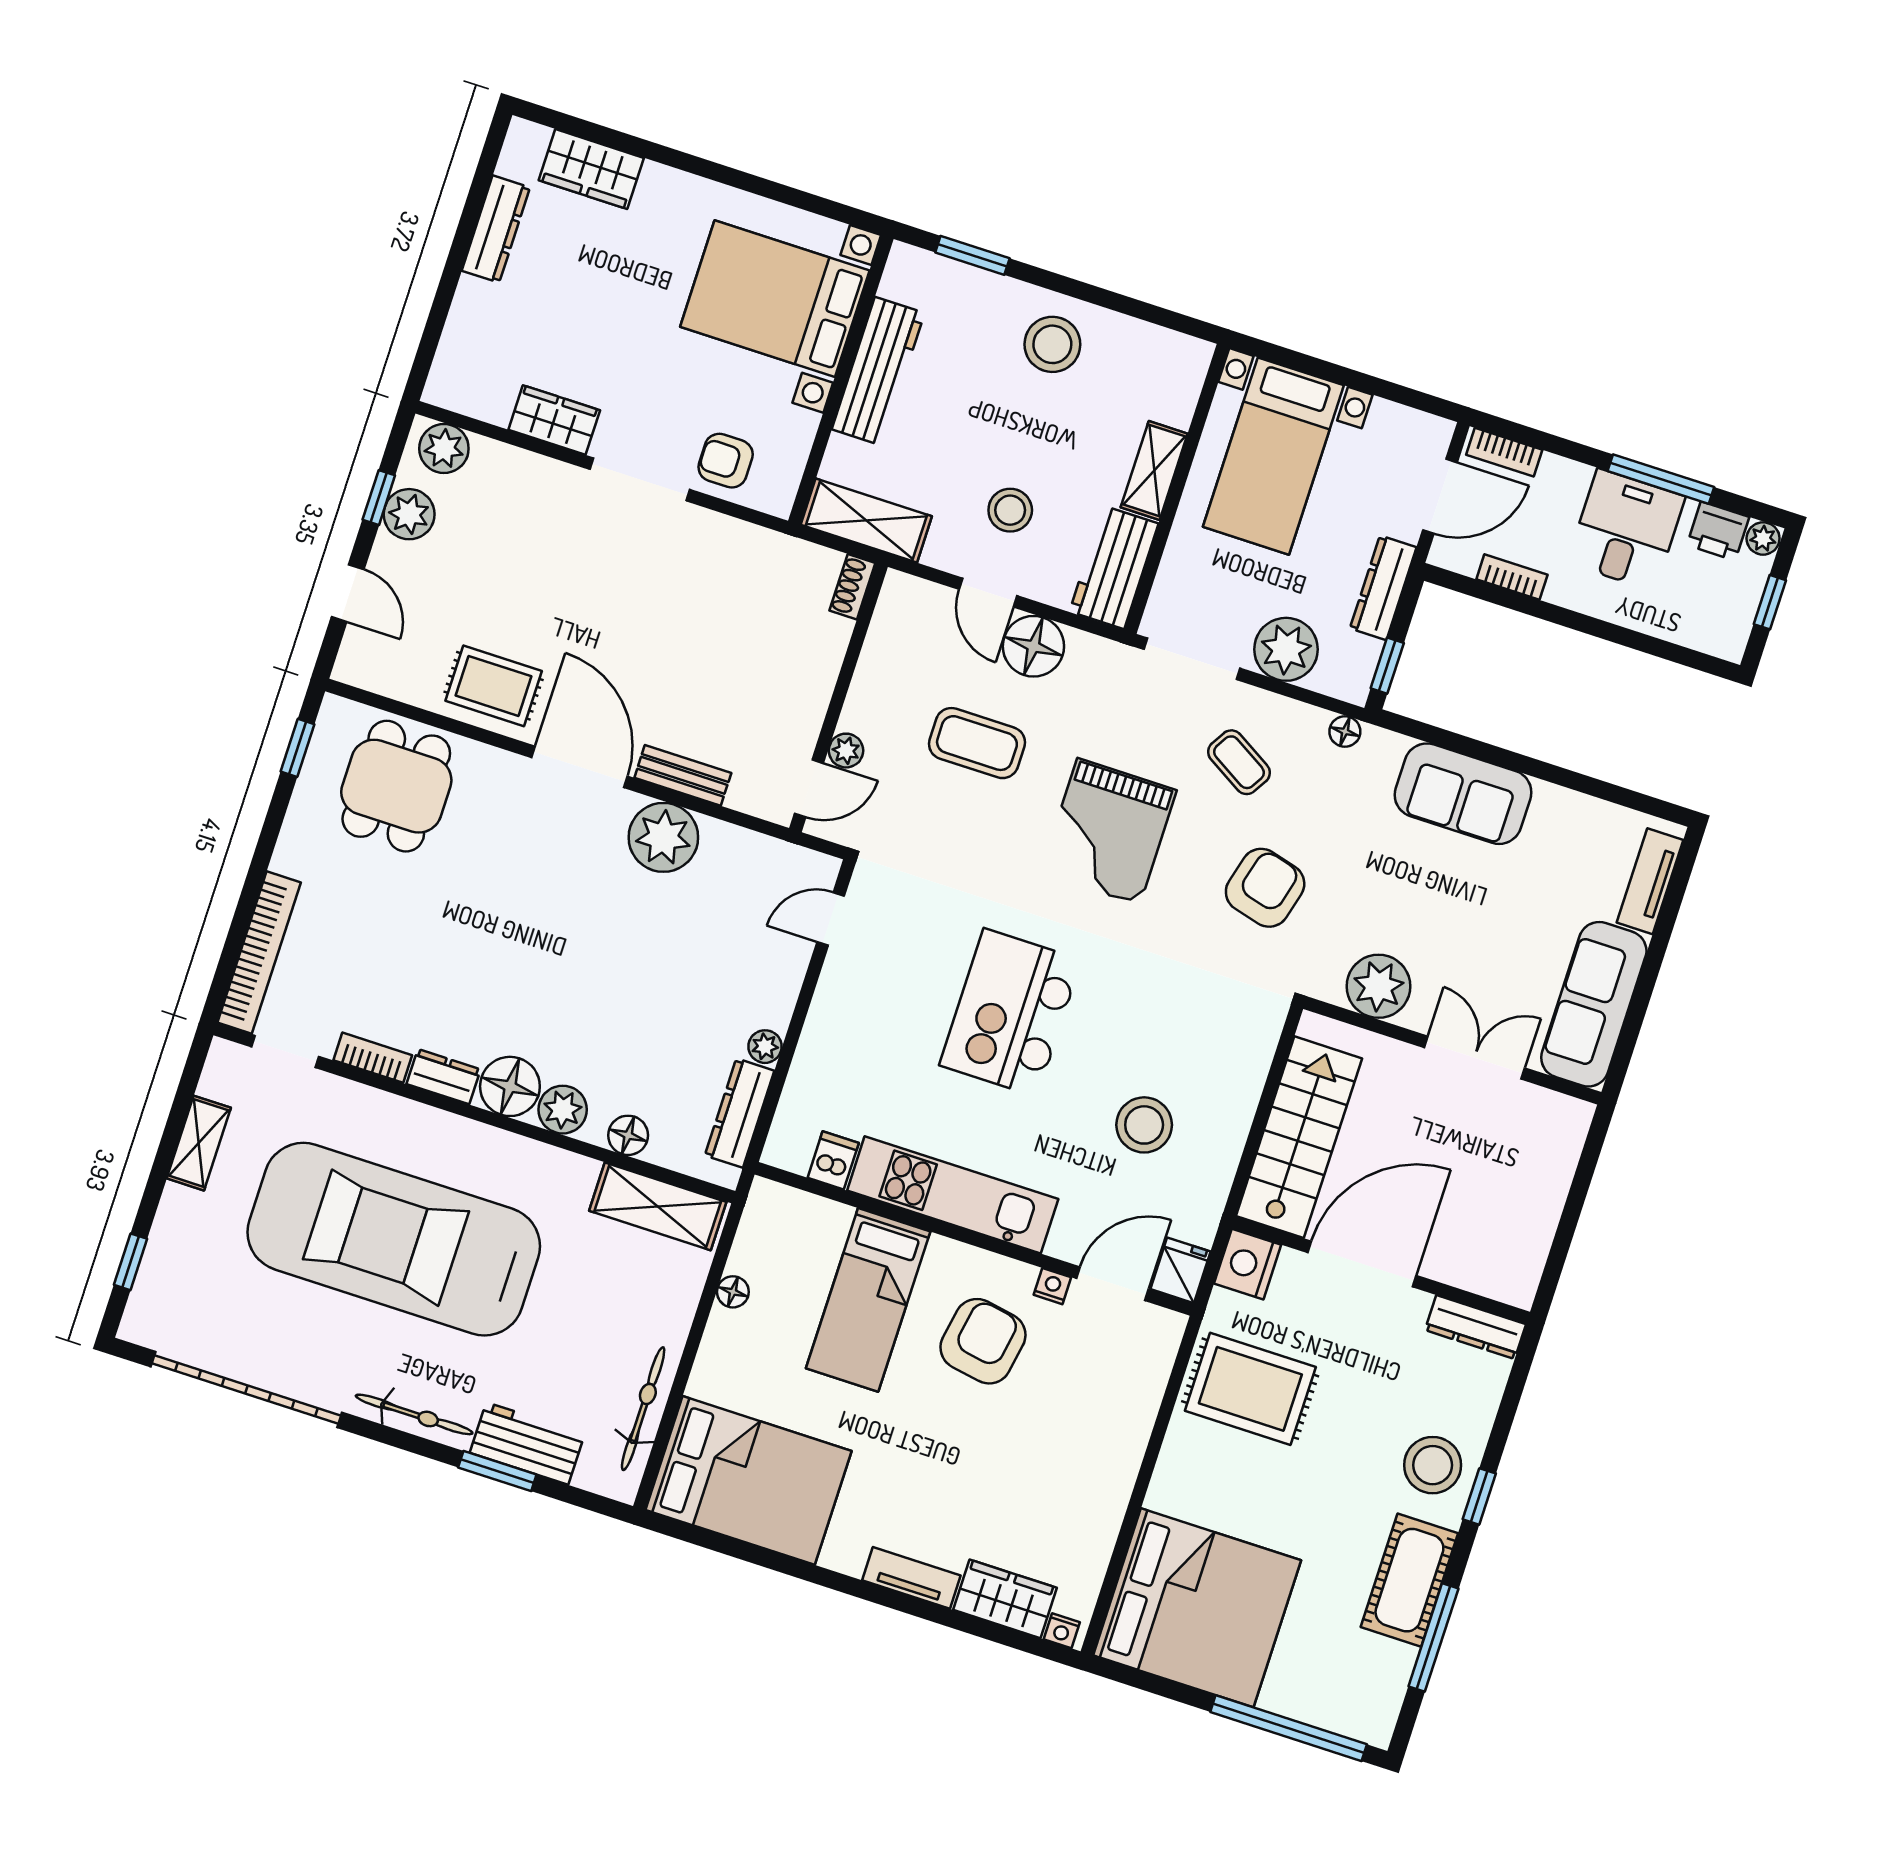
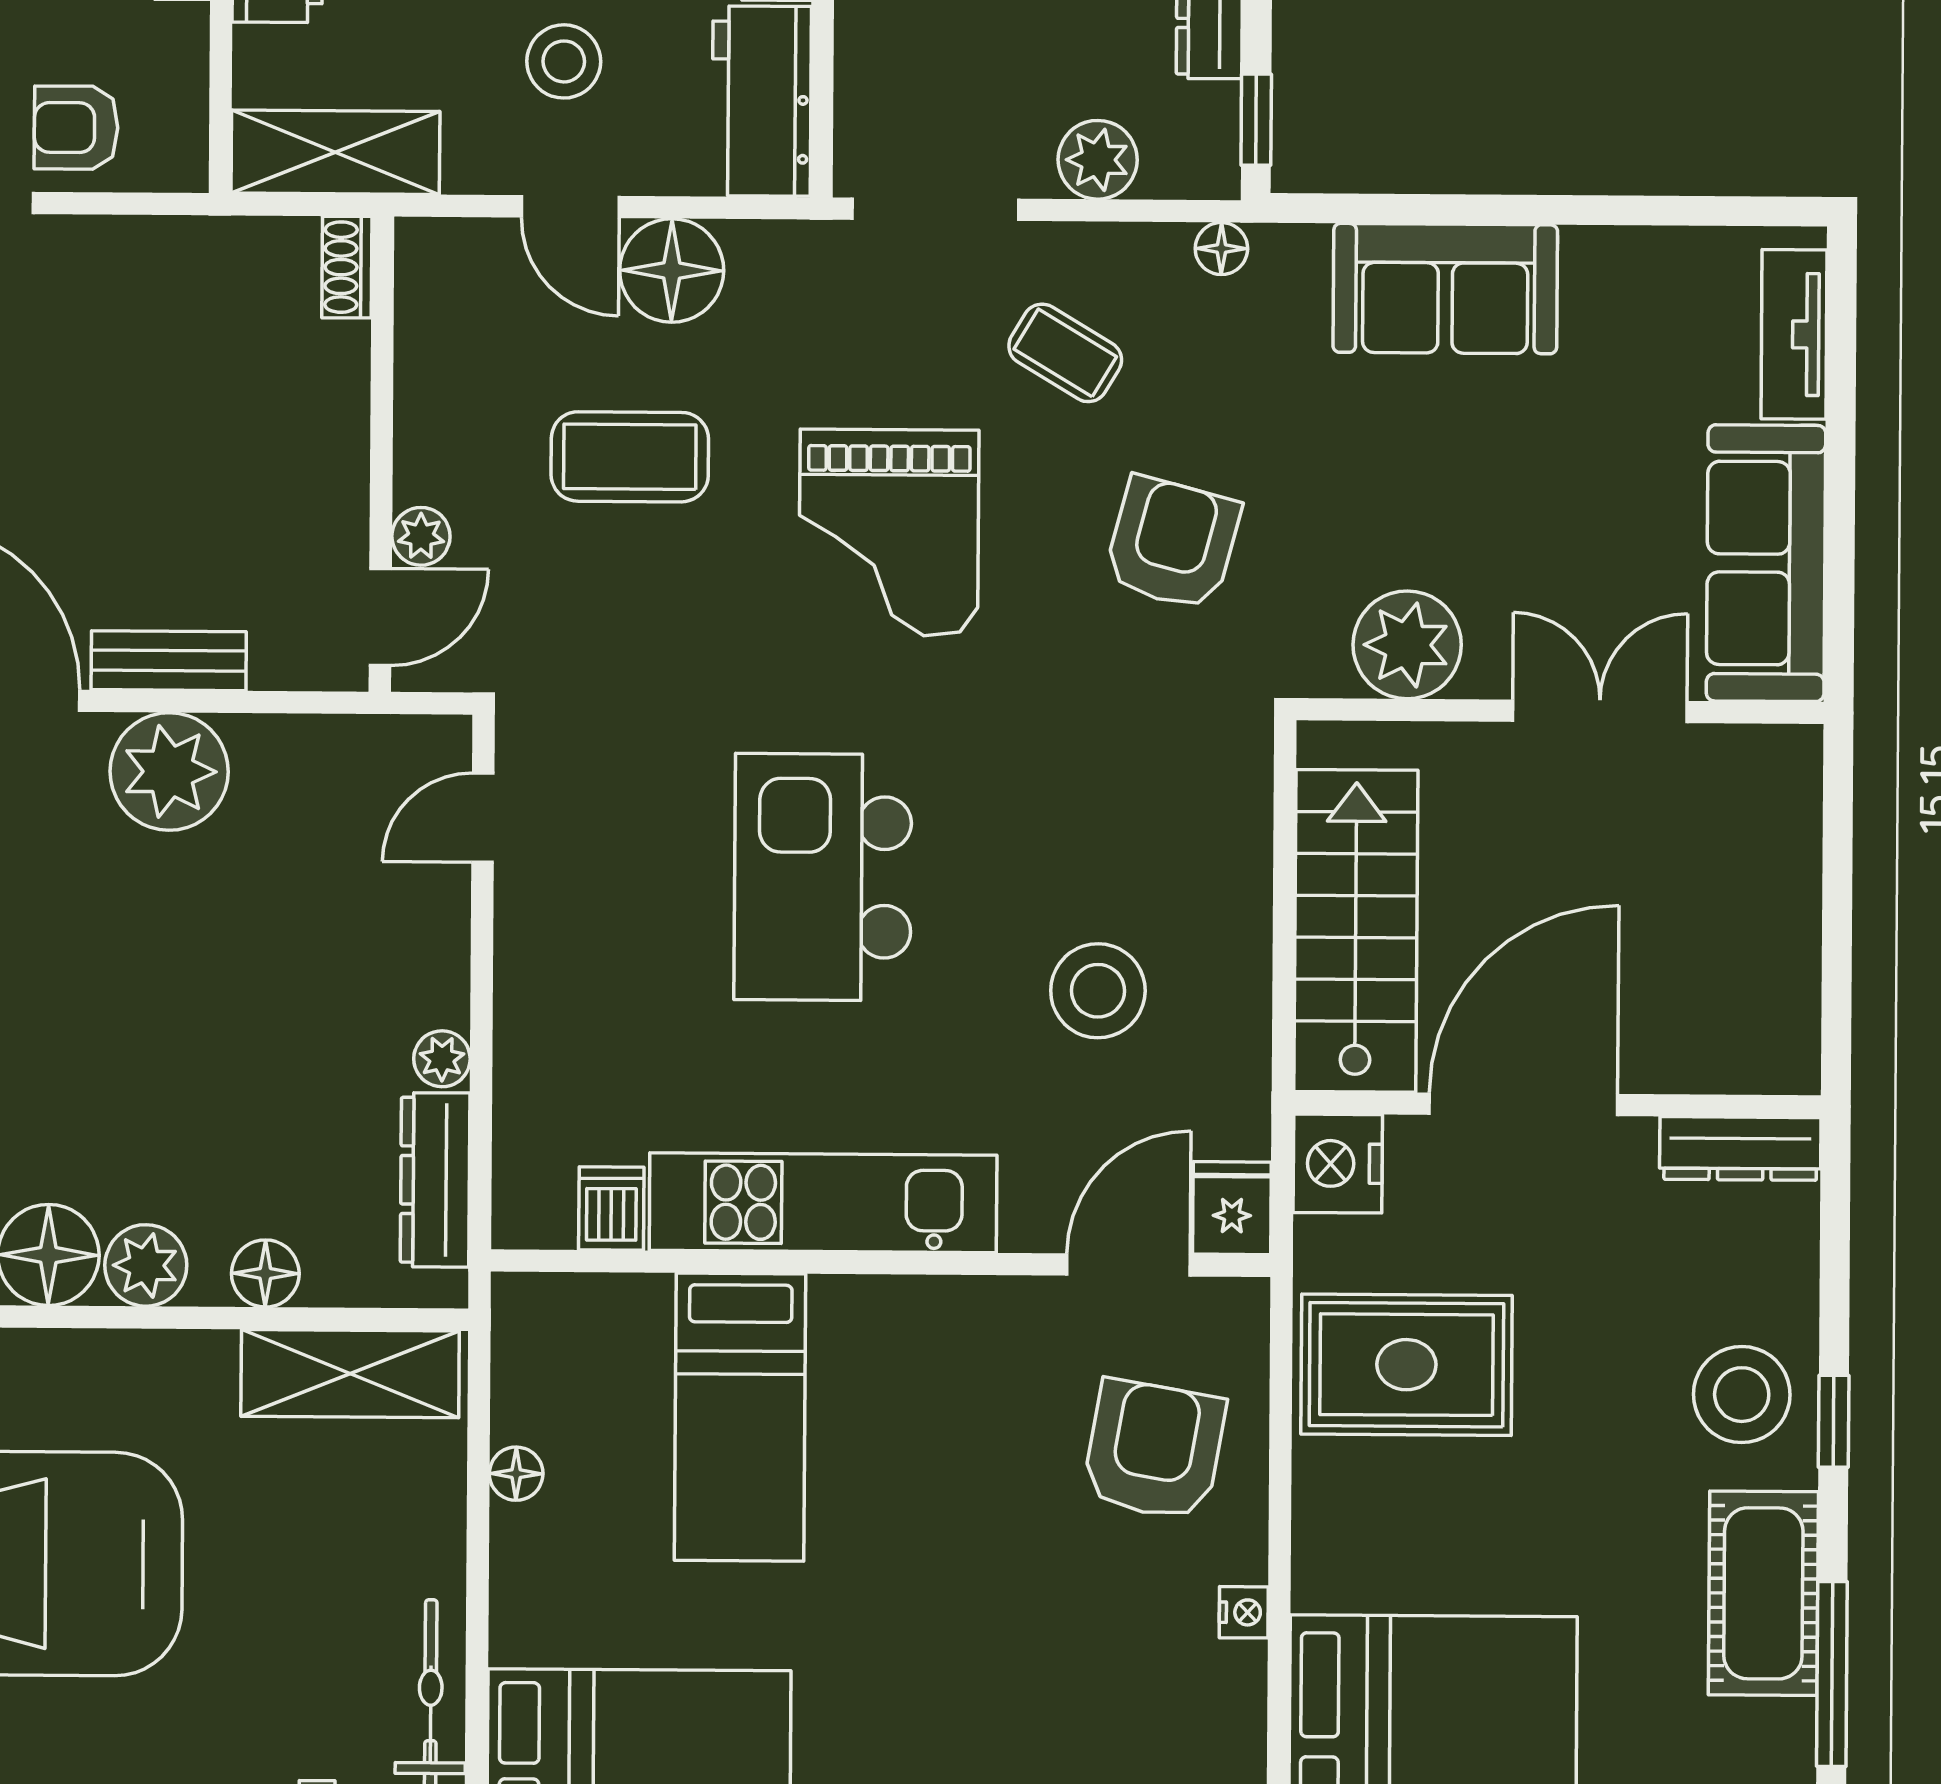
plant: (1286, 649) -> (1098, 160), width x0.73, depth x0.73
nightstand: (1052, 1286) -> (1244, 1612), moved, turned 90
armchair: (983, 1341) -> (1154, 1450), moved

